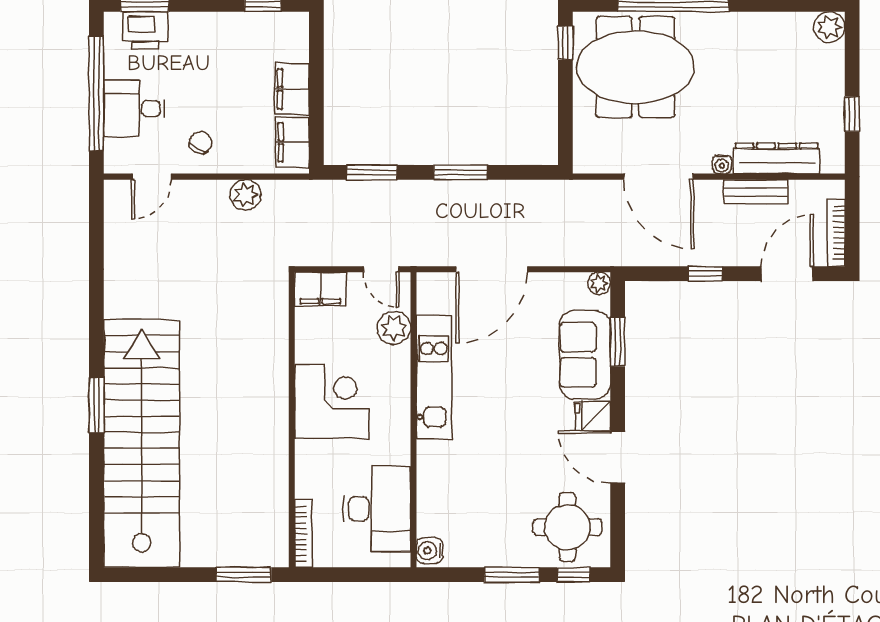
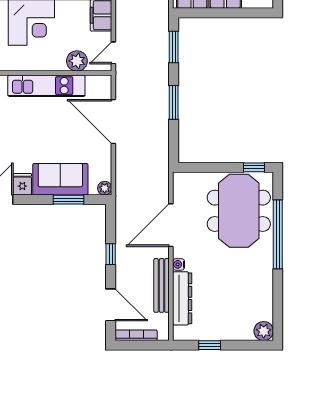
bench: (756, 192) -> (162, 285), width x1.36

